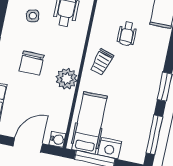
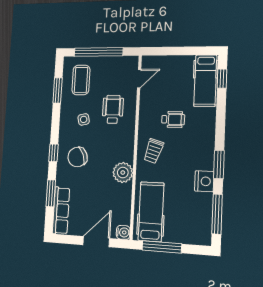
wheelchair: (127, 34) -> (173, 119), turned -90
chair: (32, 63) -> (78, 157), moved, turned 69
nightstand: (110, 148) -> (204, 181), moved, turned -90

